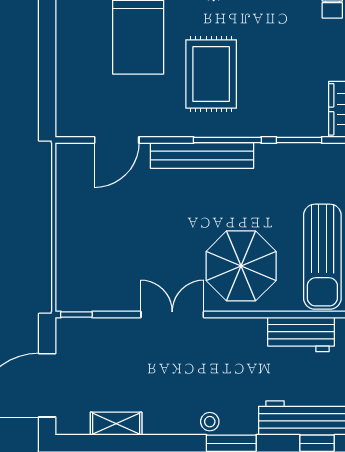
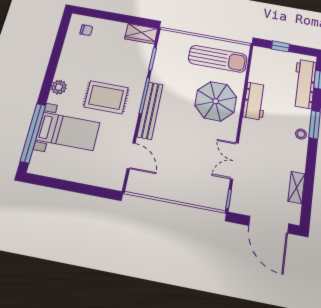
double door: (172, 314) -> (234, 161), moved
workbench: (301, 334) -> (255, 101), moved

